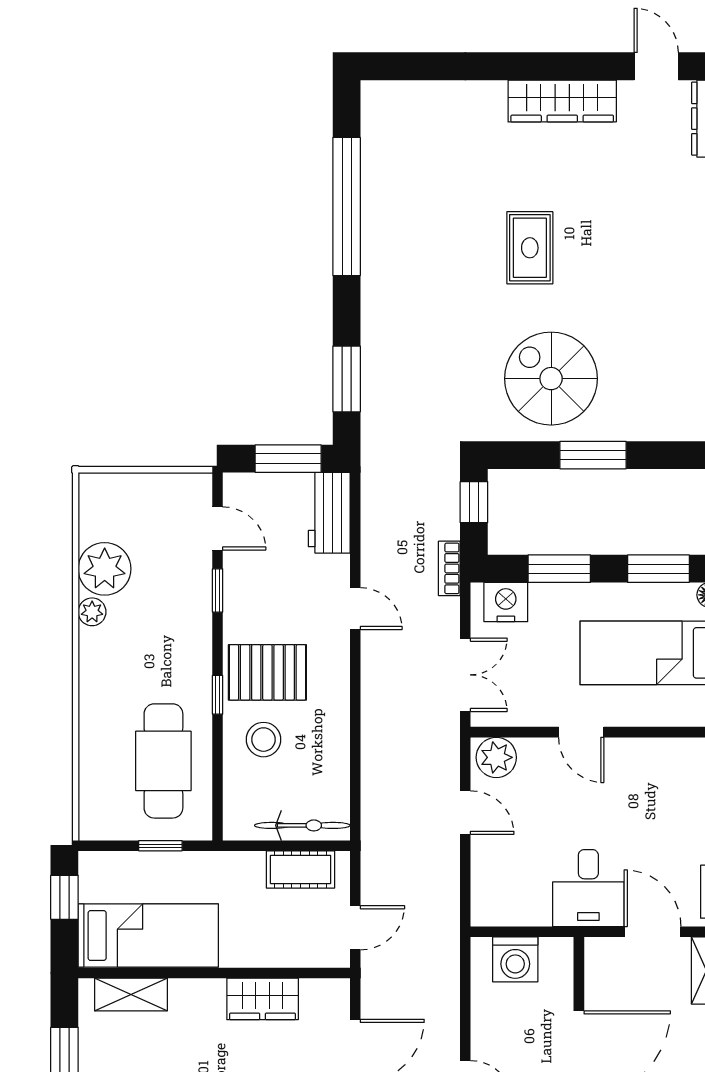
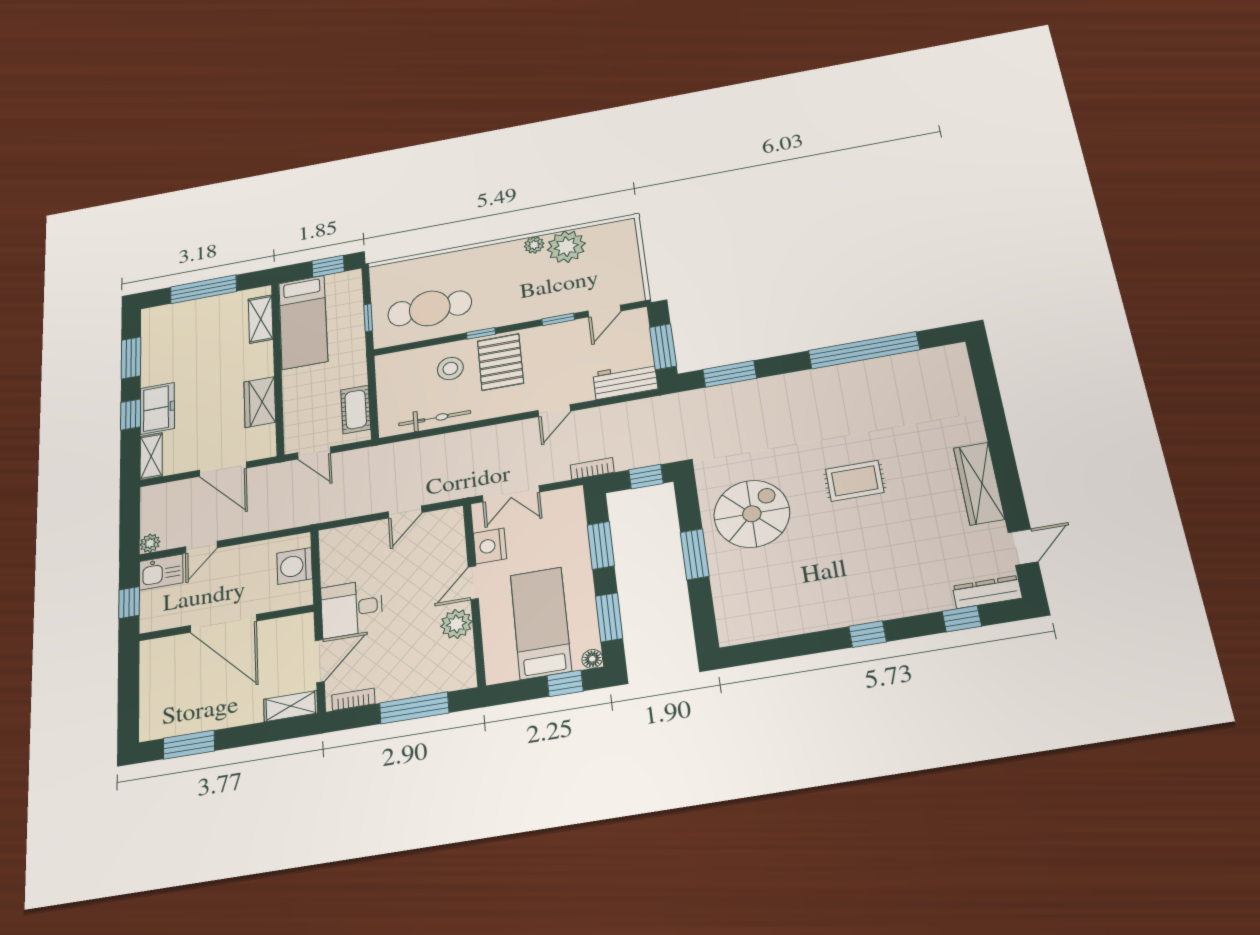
nightstand: (506, 602) -> (490, 546), moved, turned 180
plant: (496, 757) -> (456, 624), moved
bicycle: (302, 825) -> (435, 418), moved, turned -90

